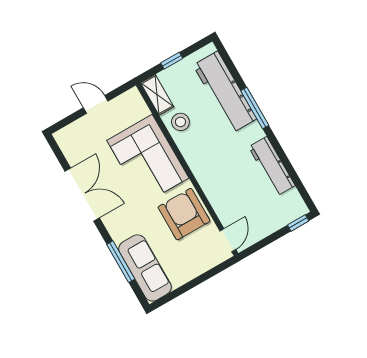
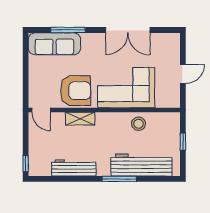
shelving: (157, 95) -> (80, 119), moved

